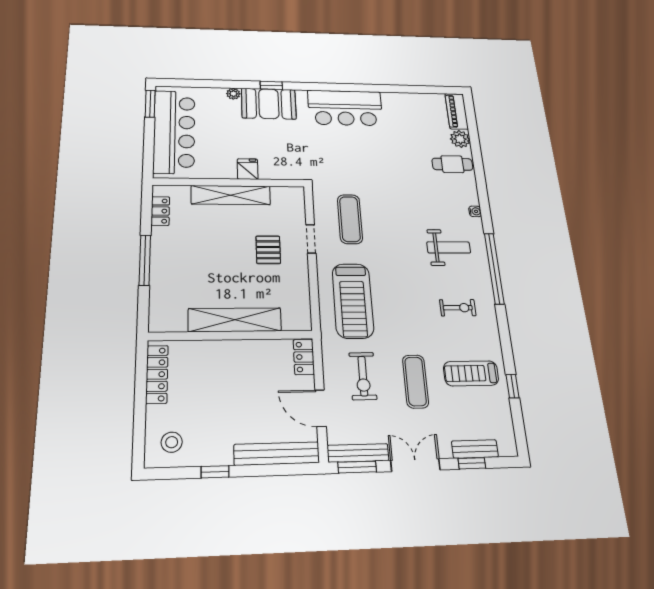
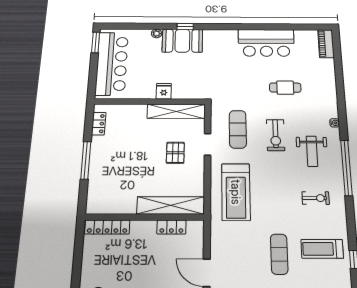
bar counter: (345, 108) -> (266, 43), moved
plant: (460, 139) -> (327, 66), removed
cafe table: (452, 164) -> (285, 88), moved
shelving: (231, 195) -> (176, 111), moved
weight bench: (449, 247) -> (312, 151), turned 90
shelving: (235, 320) -> (171, 205), moved
locker: (304, 357) -> (171, 227), moved, turned -90
locker: (157, 374) -> (107, 227), moved, turned 90
exercise bike: (363, 376) -> (276, 135), moved

